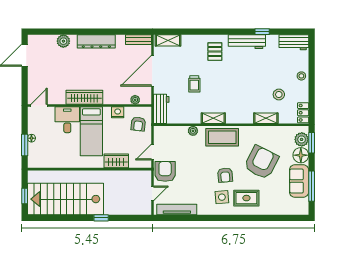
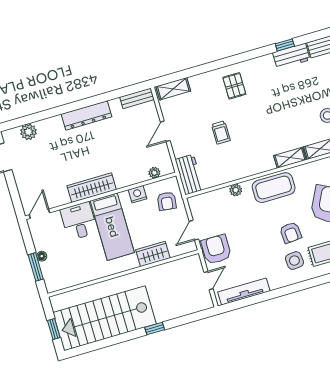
plant: (63, 41) -> (28, 132), moved
workbench: (247, 42) -> (291, 56), moved, width x0.73
door: (152, 71) -> (165, 131), width x0.53
shelving: (213, 118) -> (290, 158), moved

